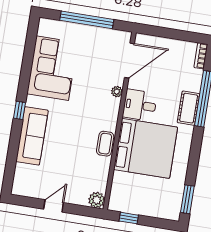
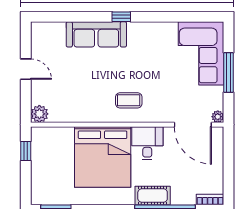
window: (87, 20) -> (229, 72), width x0.68
corner sofa: (52, 68) -> (201, 53), moved, turned 90
plant: (117, 92) -> (218, 117), moved
coffee table: (105, 144) -> (129, 100), moved

